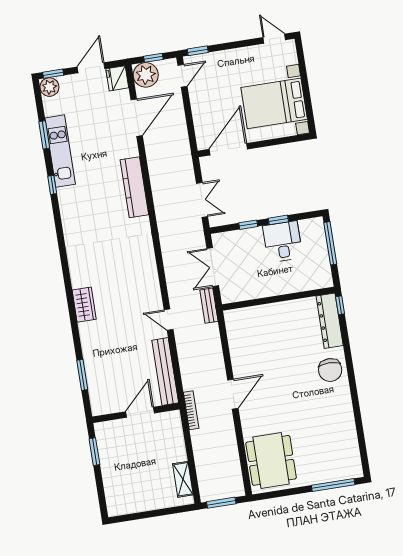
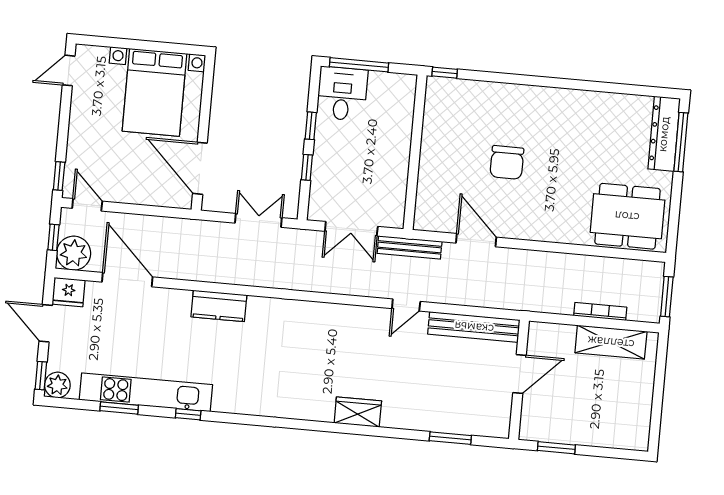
kitchen unit: (60, 151) -> (146, 392), width x1.36
kitchen counter: (134, 187) -> (219, 306), width x0.67
desk: (283, 242) -> (342, 94), moved, turned 90
bench: (209, 306) -> (410, 247), width x1.36
dresser: (330, 321) -> (664, 134), moved, turned 90
chair: (330, 370) -> (507, 162), moved, turned 90
door: (233, 394) -> (476, 240), moved
bookcase: (191, 410) -> (600, 311), moved
door: (140, 412) -> (520, 374), swing flipped
shelving: (183, 479) -> (611, 342), width x1.50, depth x1.33

